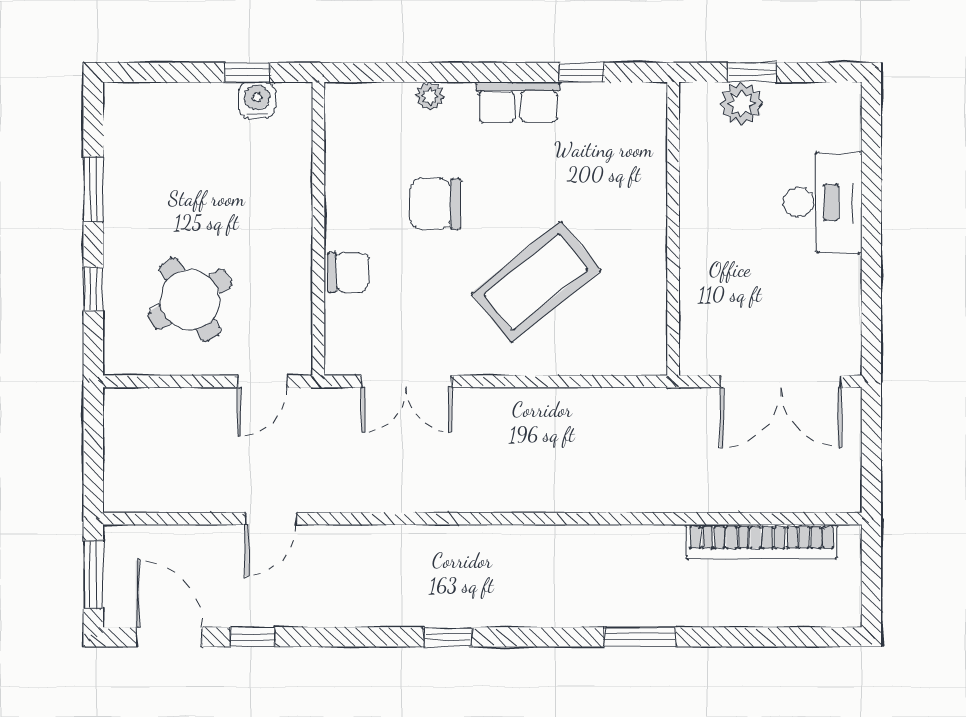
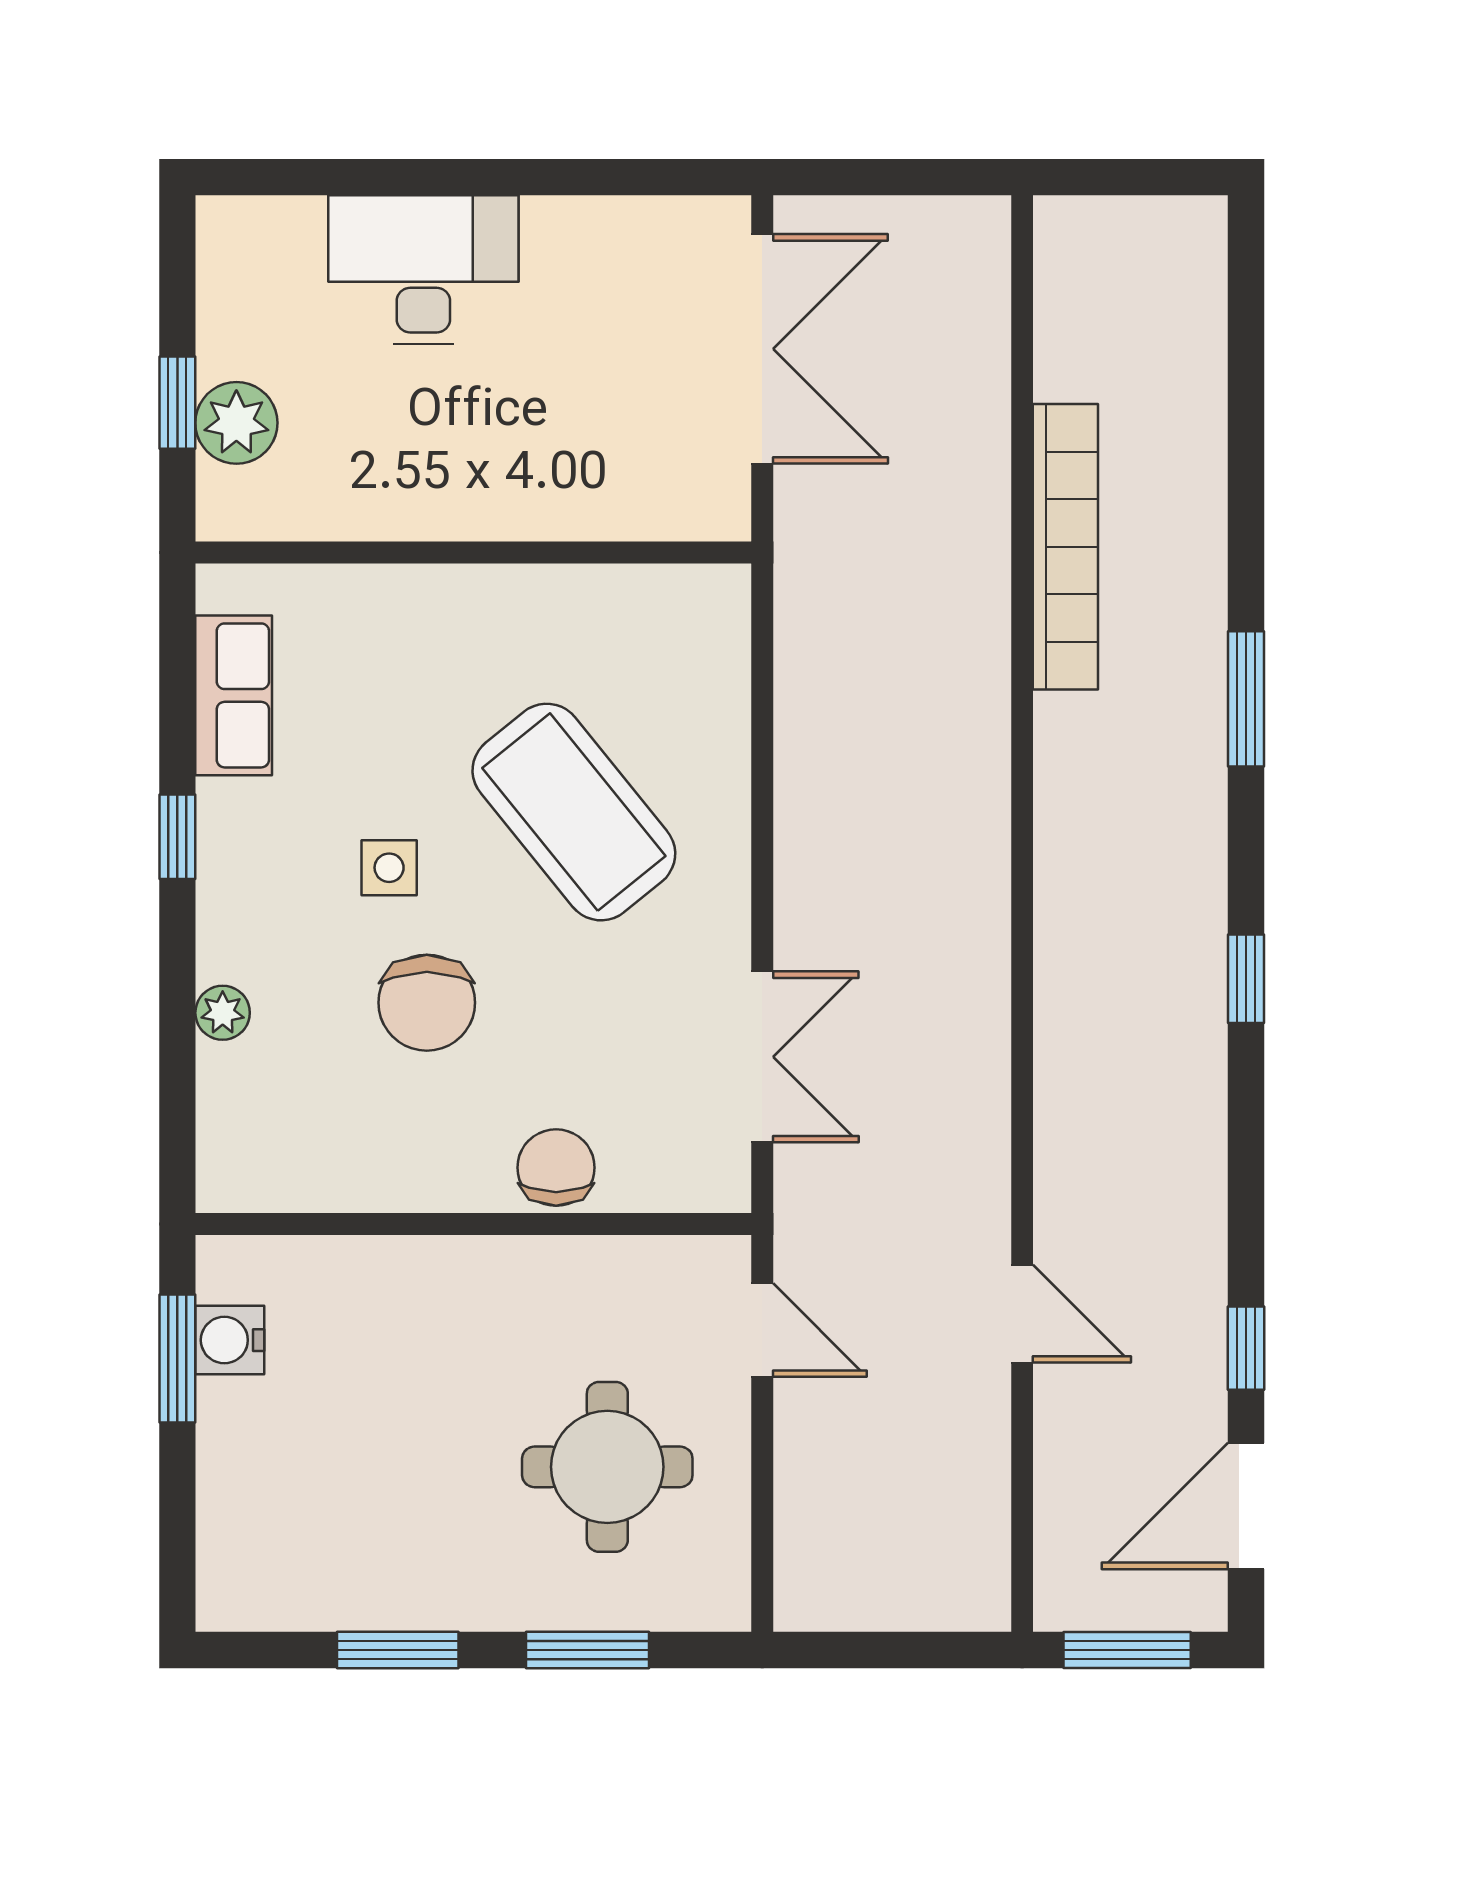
window: (247, 72) -> (177, 1359), width x1.50
window: (582, 72) -> (177, 837), moved
row of seats: (518, 102) -> (234, 695), moved
side table: (507, 184) -> (389, 868), added
window: (93, 289) -> (587, 1650), width x1.50
round table: (190, 300) -> (607, 1467), turned 31
bookcase: (762, 542) -> (1065, 547), moved
window: (640, 637) -> (1246, 699), moved

